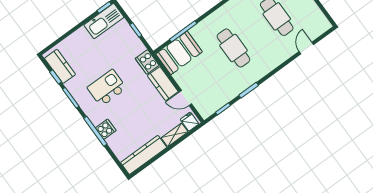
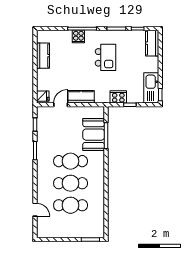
cafe table: (255, 32) -> (71, 183), added
booth: (179, 53) -> (94, 135), moved
cooker: (147, 62) -> (118, 97), moved
kitchen counter: (60, 66) -> (152, 43), moved, turned 90
shelving: (175, 135) -> (41, 80), removed
kitchen counter: (144, 155) -> (43, 56), width x0.67

